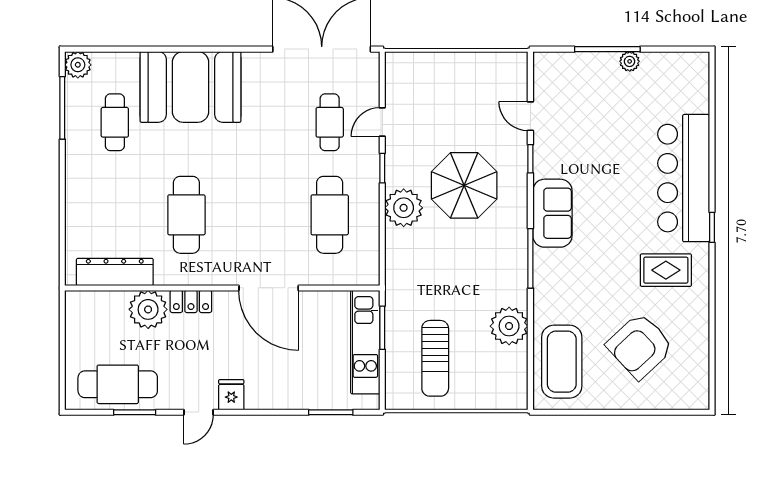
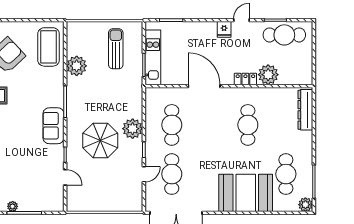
cafe table: (115, 122) -> (286, 174), width x1.37, depth x1.35
cafe table: (330, 122) -> (172, 174), width x1.37, depth x1.35
dresser: (115, 272) -> (305, 110), moved, turned 90

